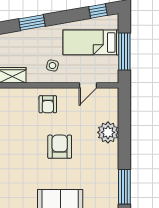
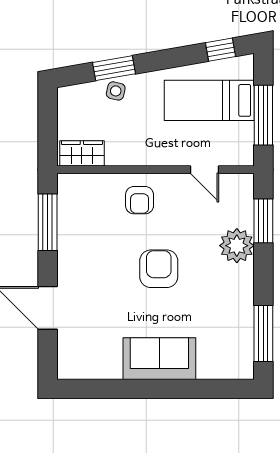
side table: (52, 66) -> (116, 91), moved
door: (88, 85) -> (205, 170), hinge flipped
window: (124, 117) -> (263, 221), added

